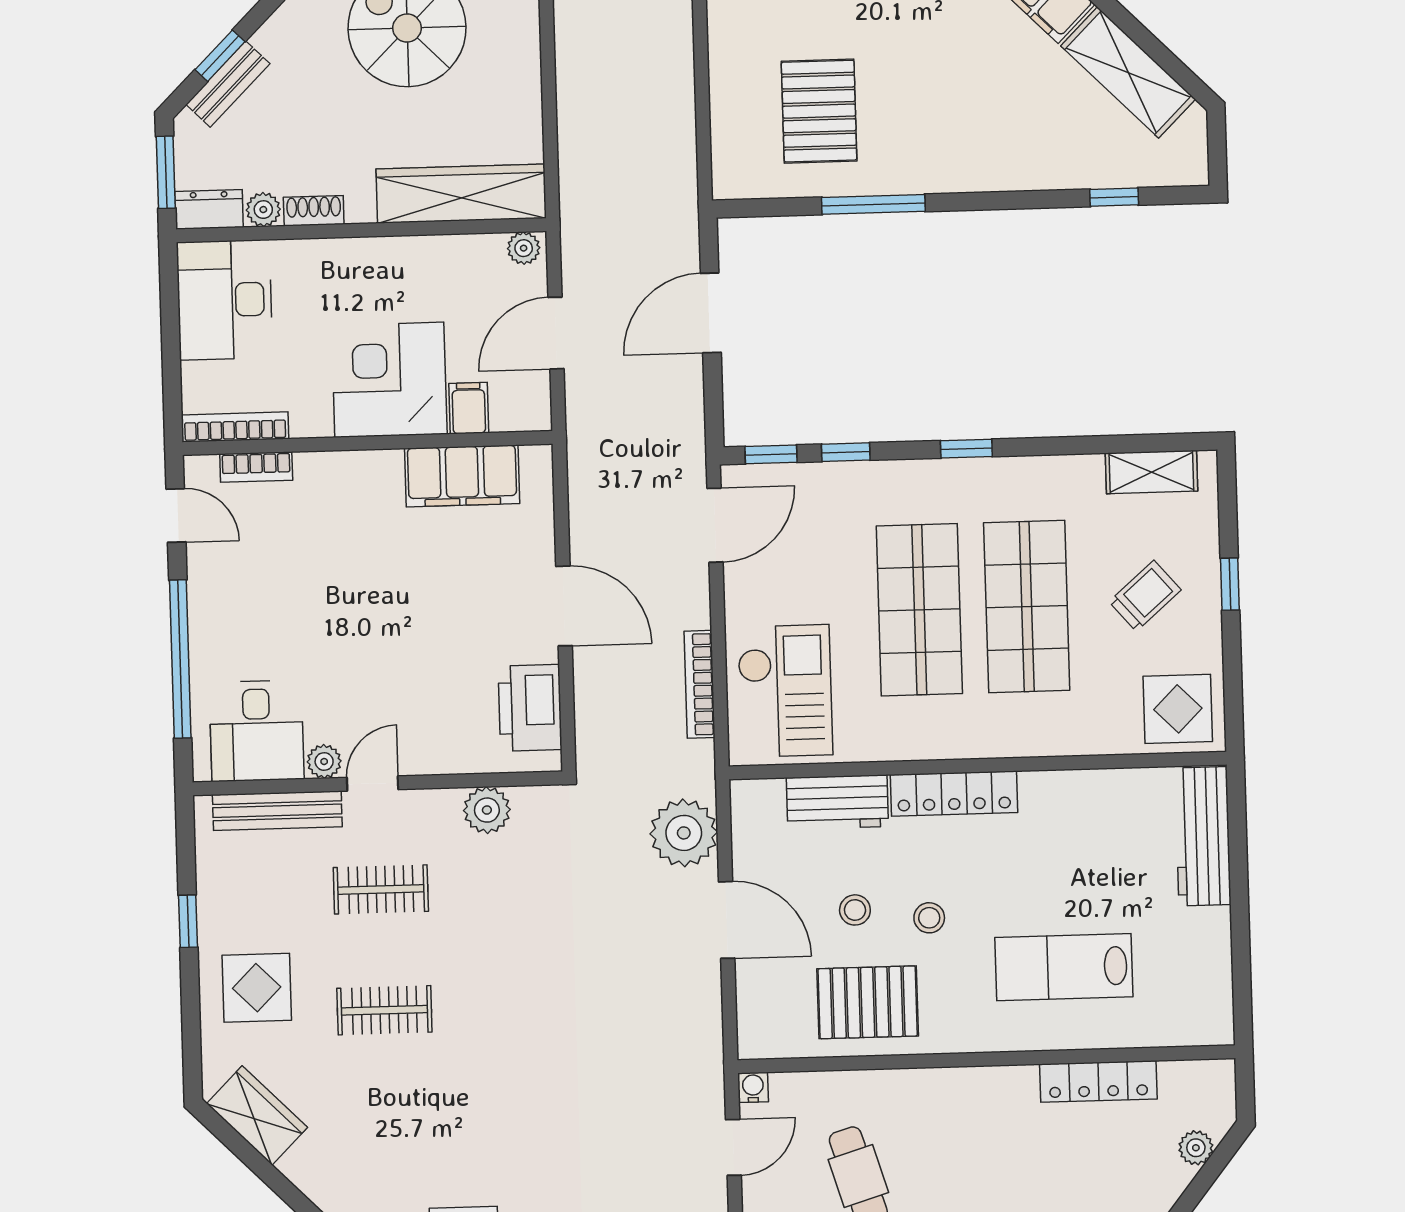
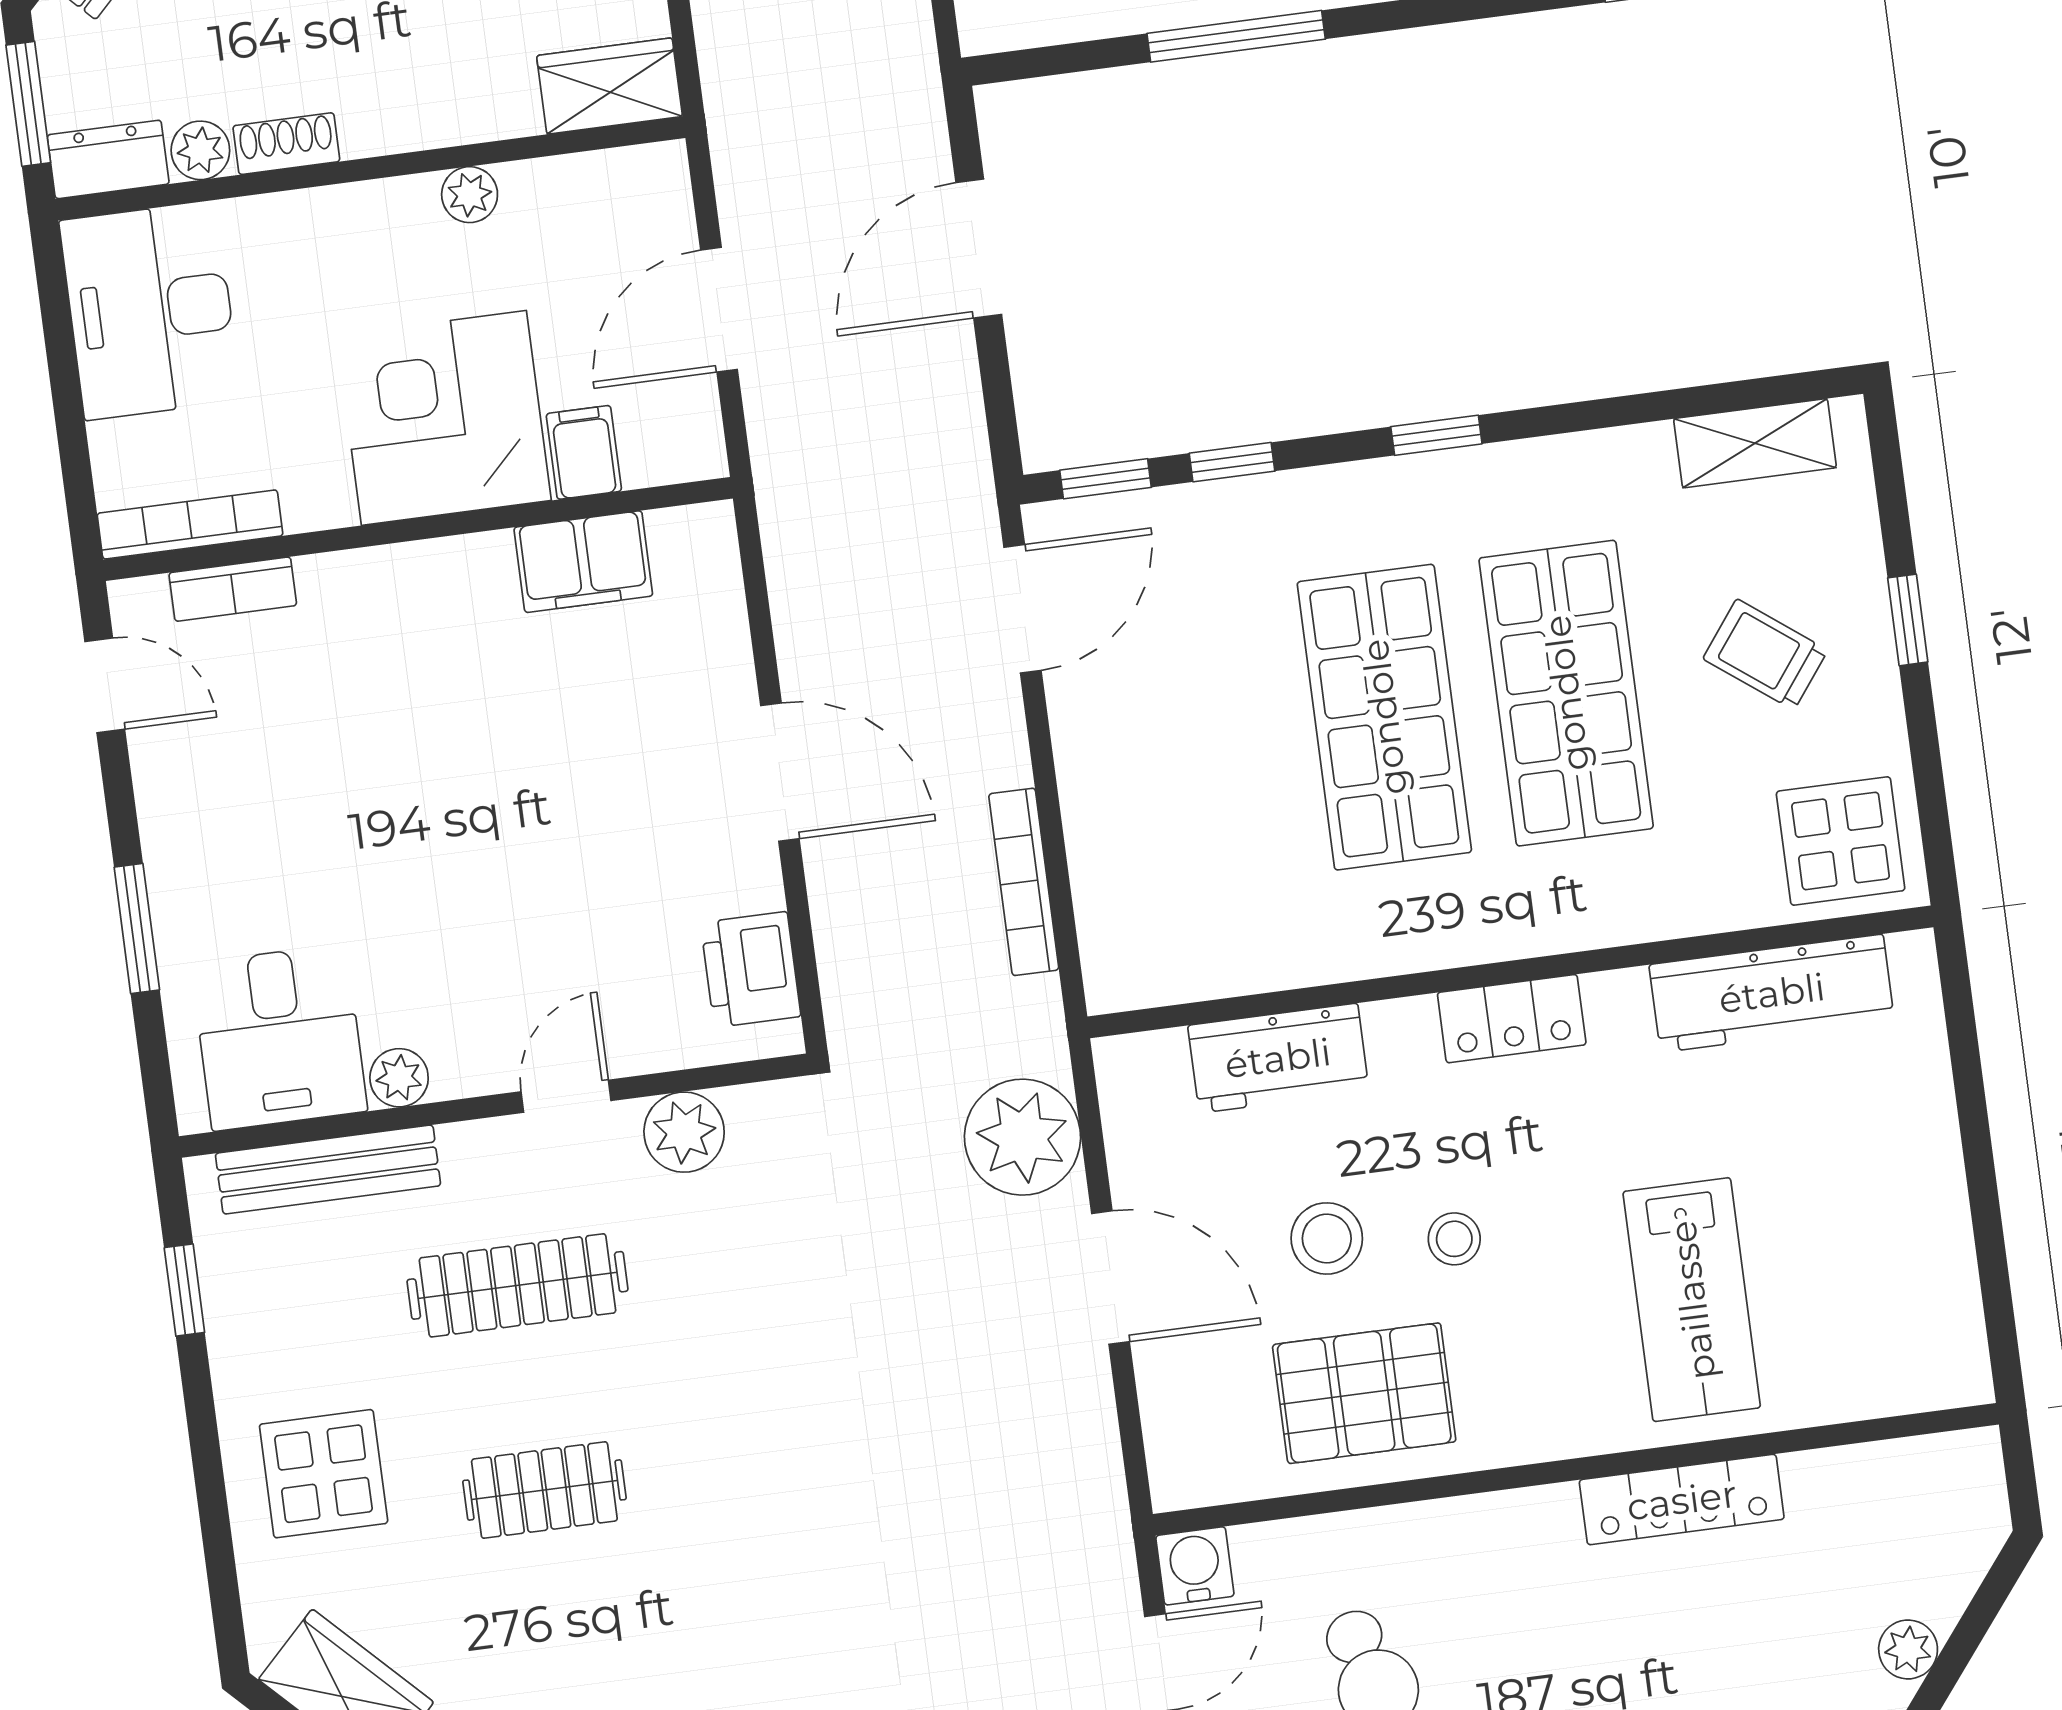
wardrobe: (461, 194) -> (609, 86), width x0.48, depth x0.85
plant: (524, 248) -> (470, 195), moved
filing cabinet: (462, 476) -> (583, 562), width x0.67, depth x0.86
trolley: (1145, 596) -> (1765, 654), turned -102
window: (180, 659) -> (137, 929), width x0.47
checkout: (785, 691) -> (1170, 878), removed
printer: (530, 708) -> (751, 970), width x0.73, depth x0.84
door: (373, 784) -> (566, 1096), moved
locker: (954, 794) -> (1512, 1019), width x0.66
workbench: (1203, 836) -> (1772, 993), moved, turned -90
clothes rail: (381, 889) -> (518, 1285), width x1.36
stool: (855, 910) -> (1327, 1238), width x1.37, depth x1.37
window: (188, 921) -> (184, 1290), moved
lab bench: (1064, 967) -> (1692, 1300), turned -90
locker: (1098, 1081) -> (1682, 1500), moved
water cooler: (753, 1087) -> (1195, 1566), width x1.38, depth x1.38
plant: (1196, 1148) -> (1908, 1649), moved

